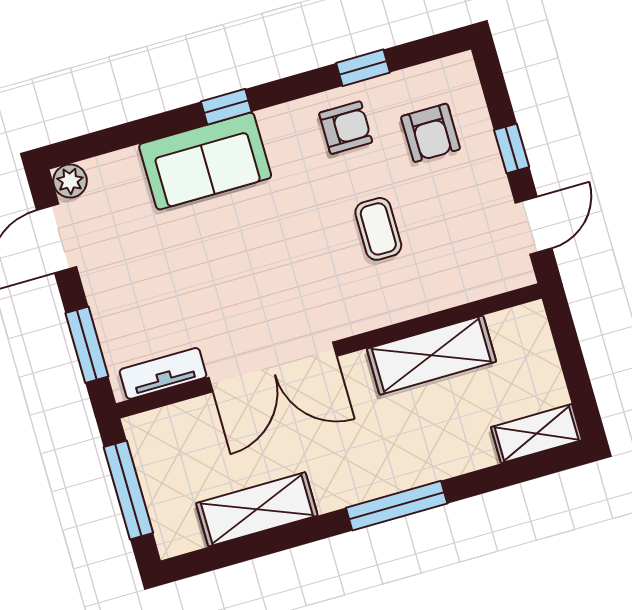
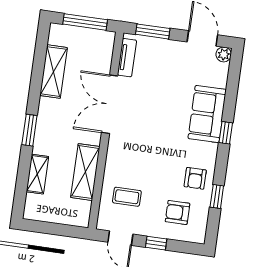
coffee table: (378, 229) -> (127, 197), moved
shelving: (537, 434) -> (37, 174), moved
window: (397, 506) -> (29, 130), width x0.69

